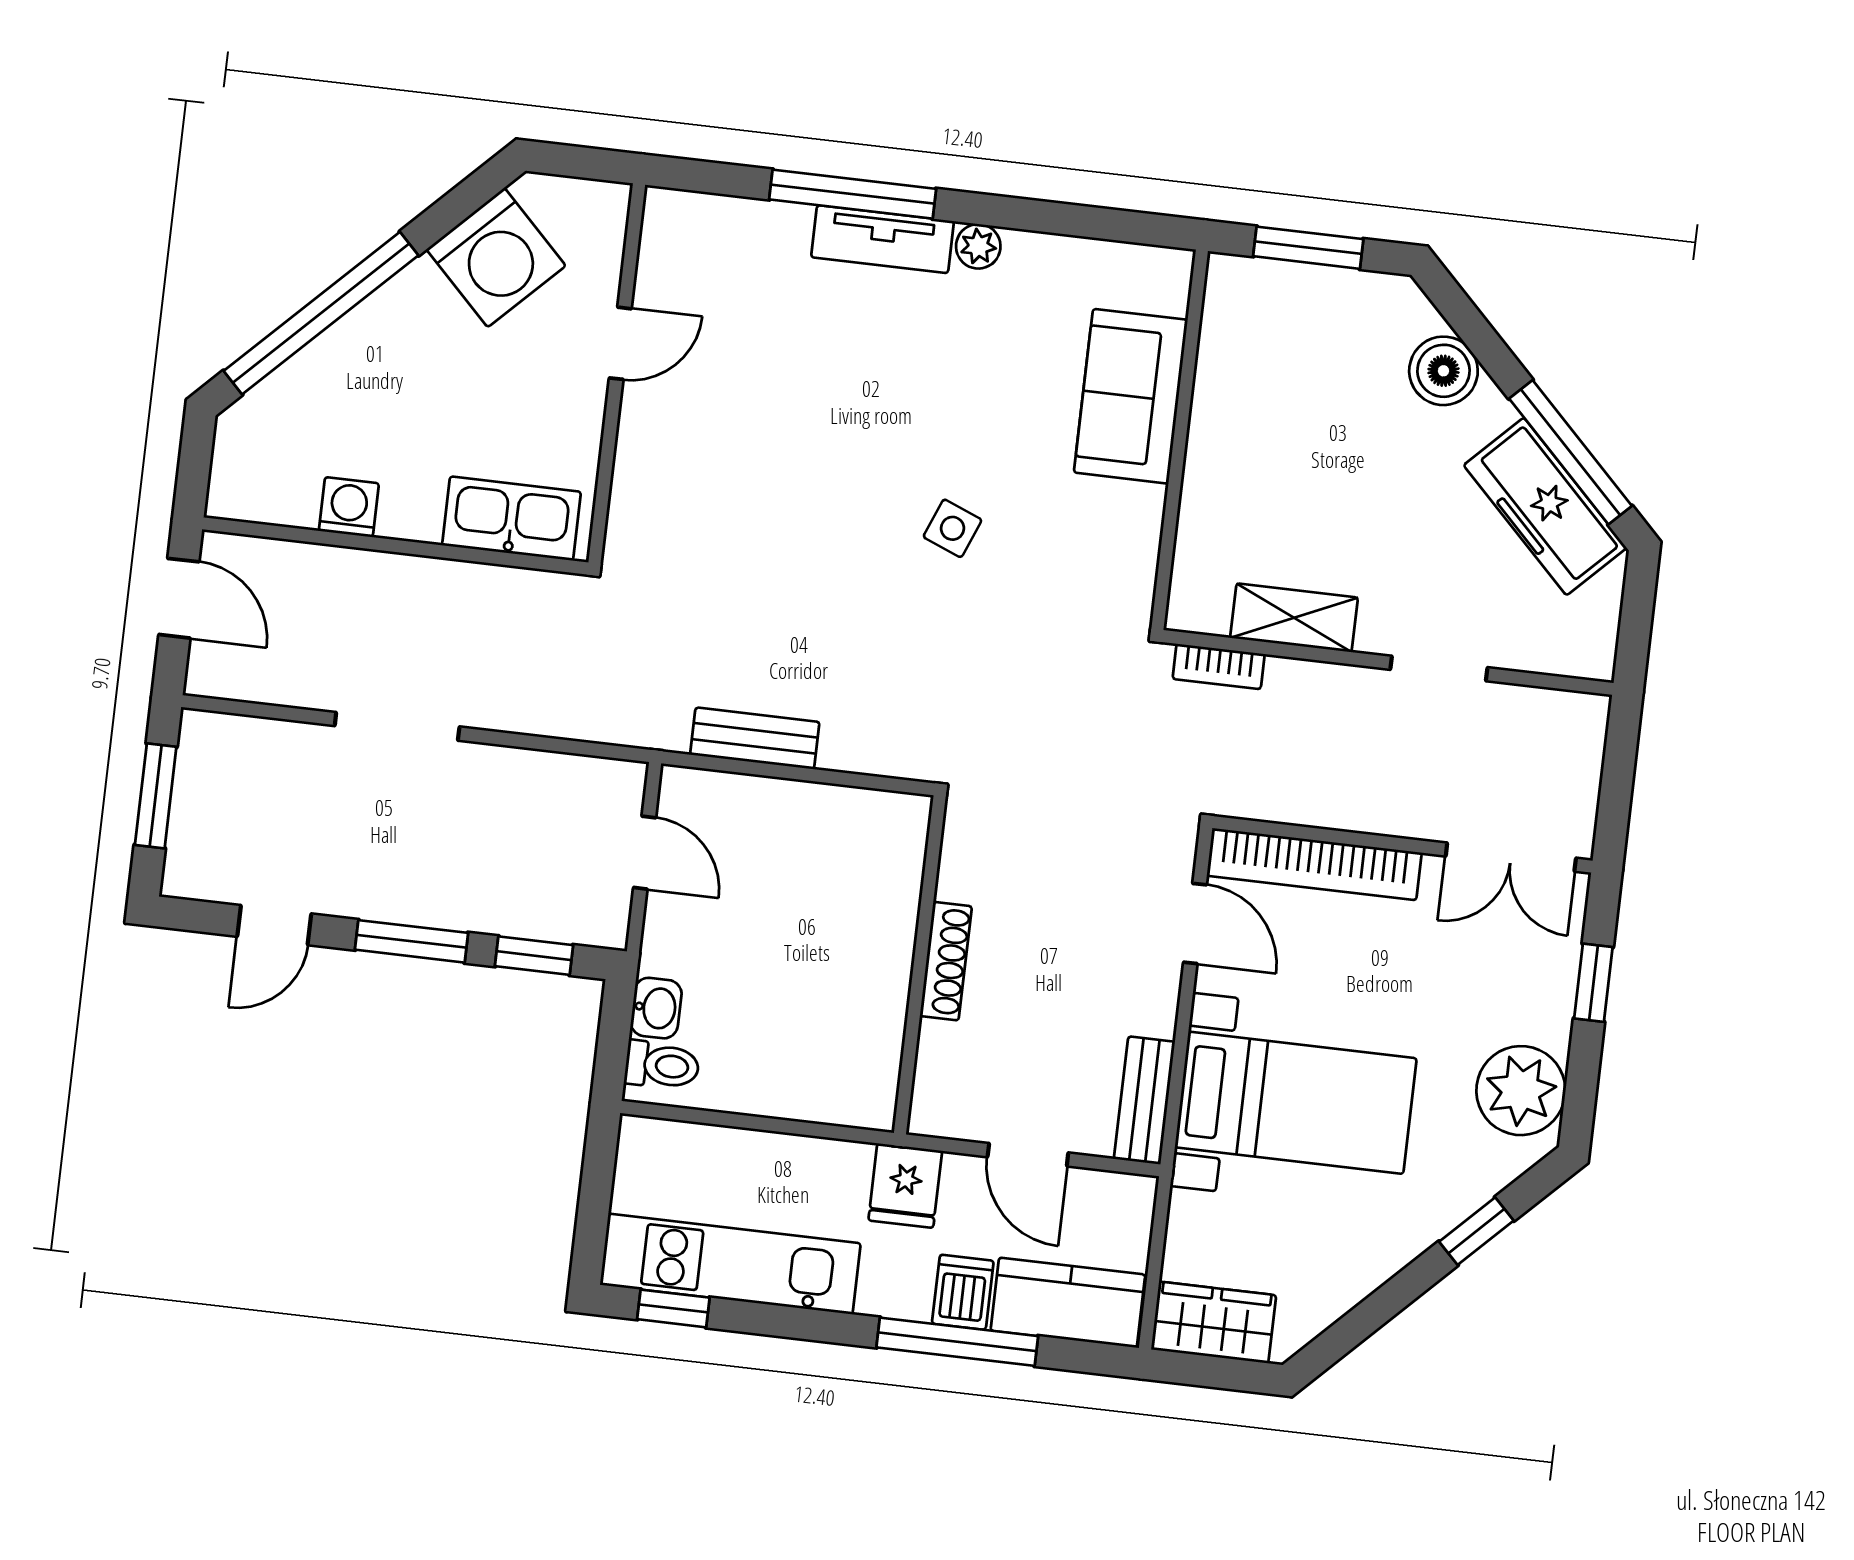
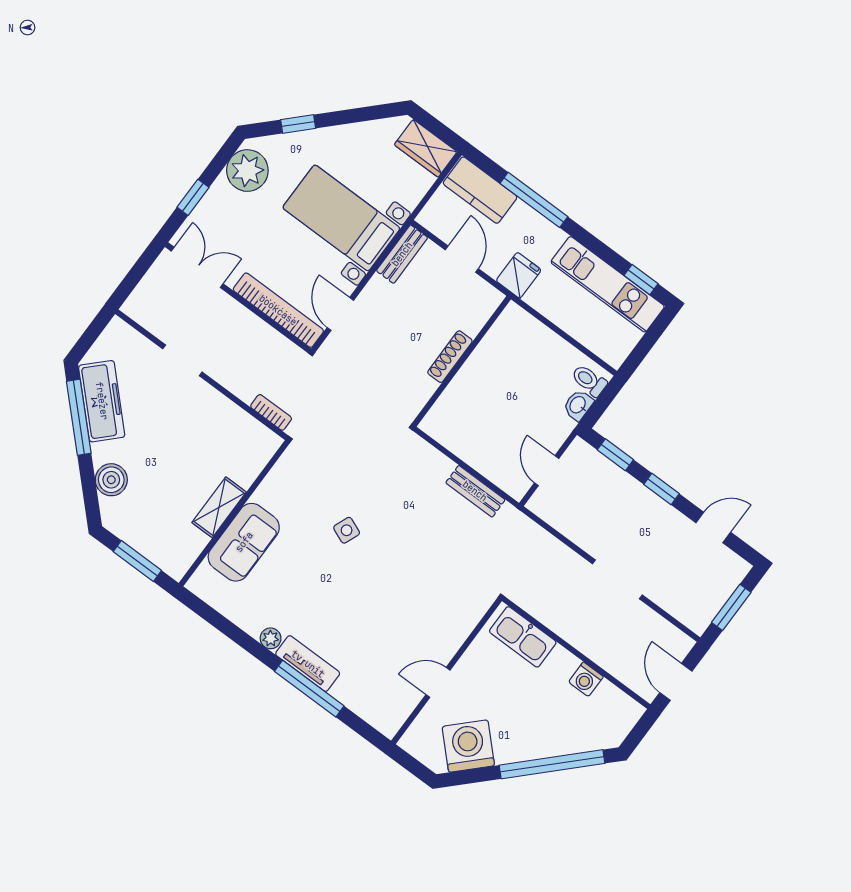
shelving: (1294, 618) -> (219, 507), moved, turned 90
window: (412, 941) -> (662, 489), width x0.67
dishwasher: (963, 1292) -> (520, 219), removed

